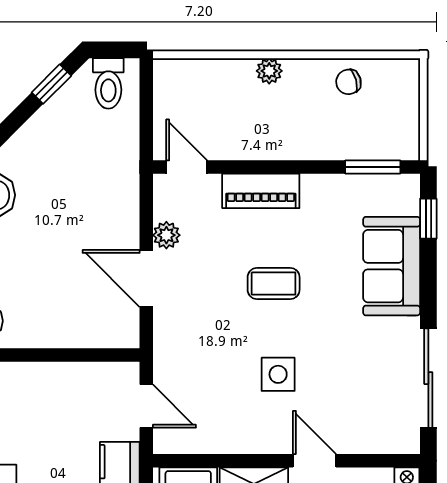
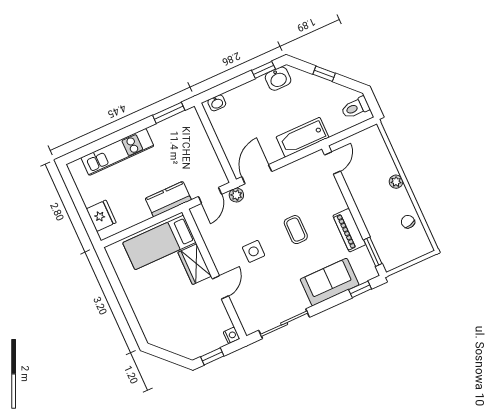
window: (51, 84) -> (324, 74), moved
piano: (261, 191) -> (349, 230), moved
bathtub: (118, 199) -> (302, 137), added
plant: (166, 235) -> (236, 195), moved
door: (146, 278) -> (257, 174), moved

